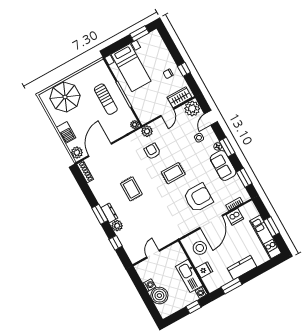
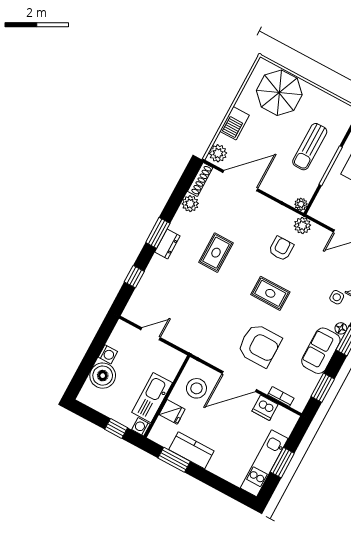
plant: (117, 226) -> (190, 204), moved
kitchen counter: (242, 267) -> (191, 450), moved

